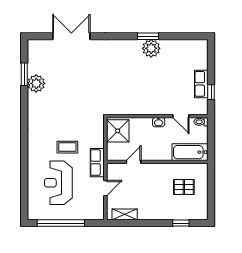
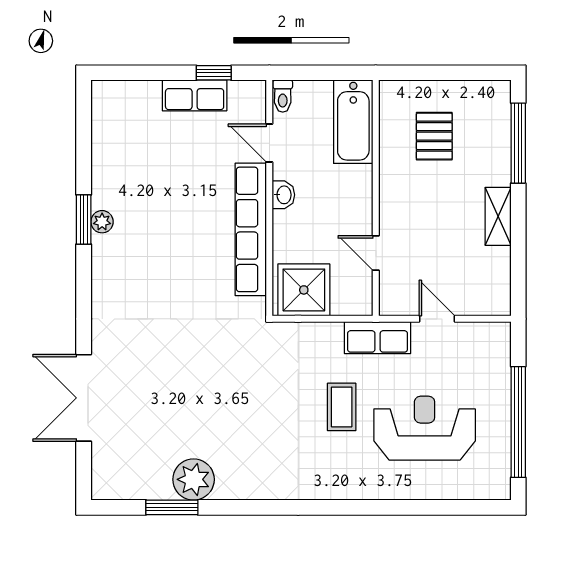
plant: (151, 48) -> (102, 222), width x0.53, depth x0.53
row of seats: (144, 108) -> (251, 229), added
door: (181, 116) -> (269, 143), swing flipped
reception desk: (58, 183) -> (425, 428), turned 180
shelving: (125, 214) -> (498, 216), moved
window: (181, 223) -> (518, 143), width x2.17

